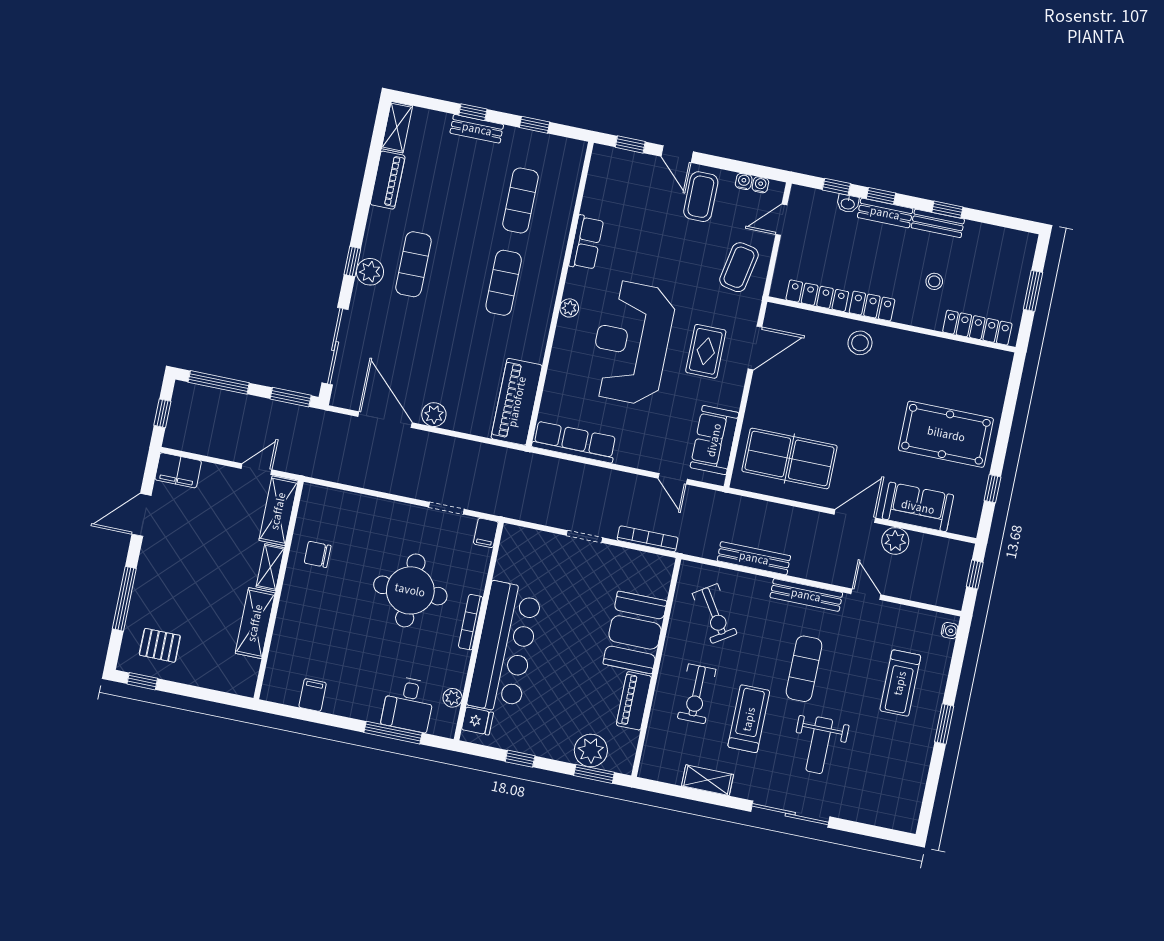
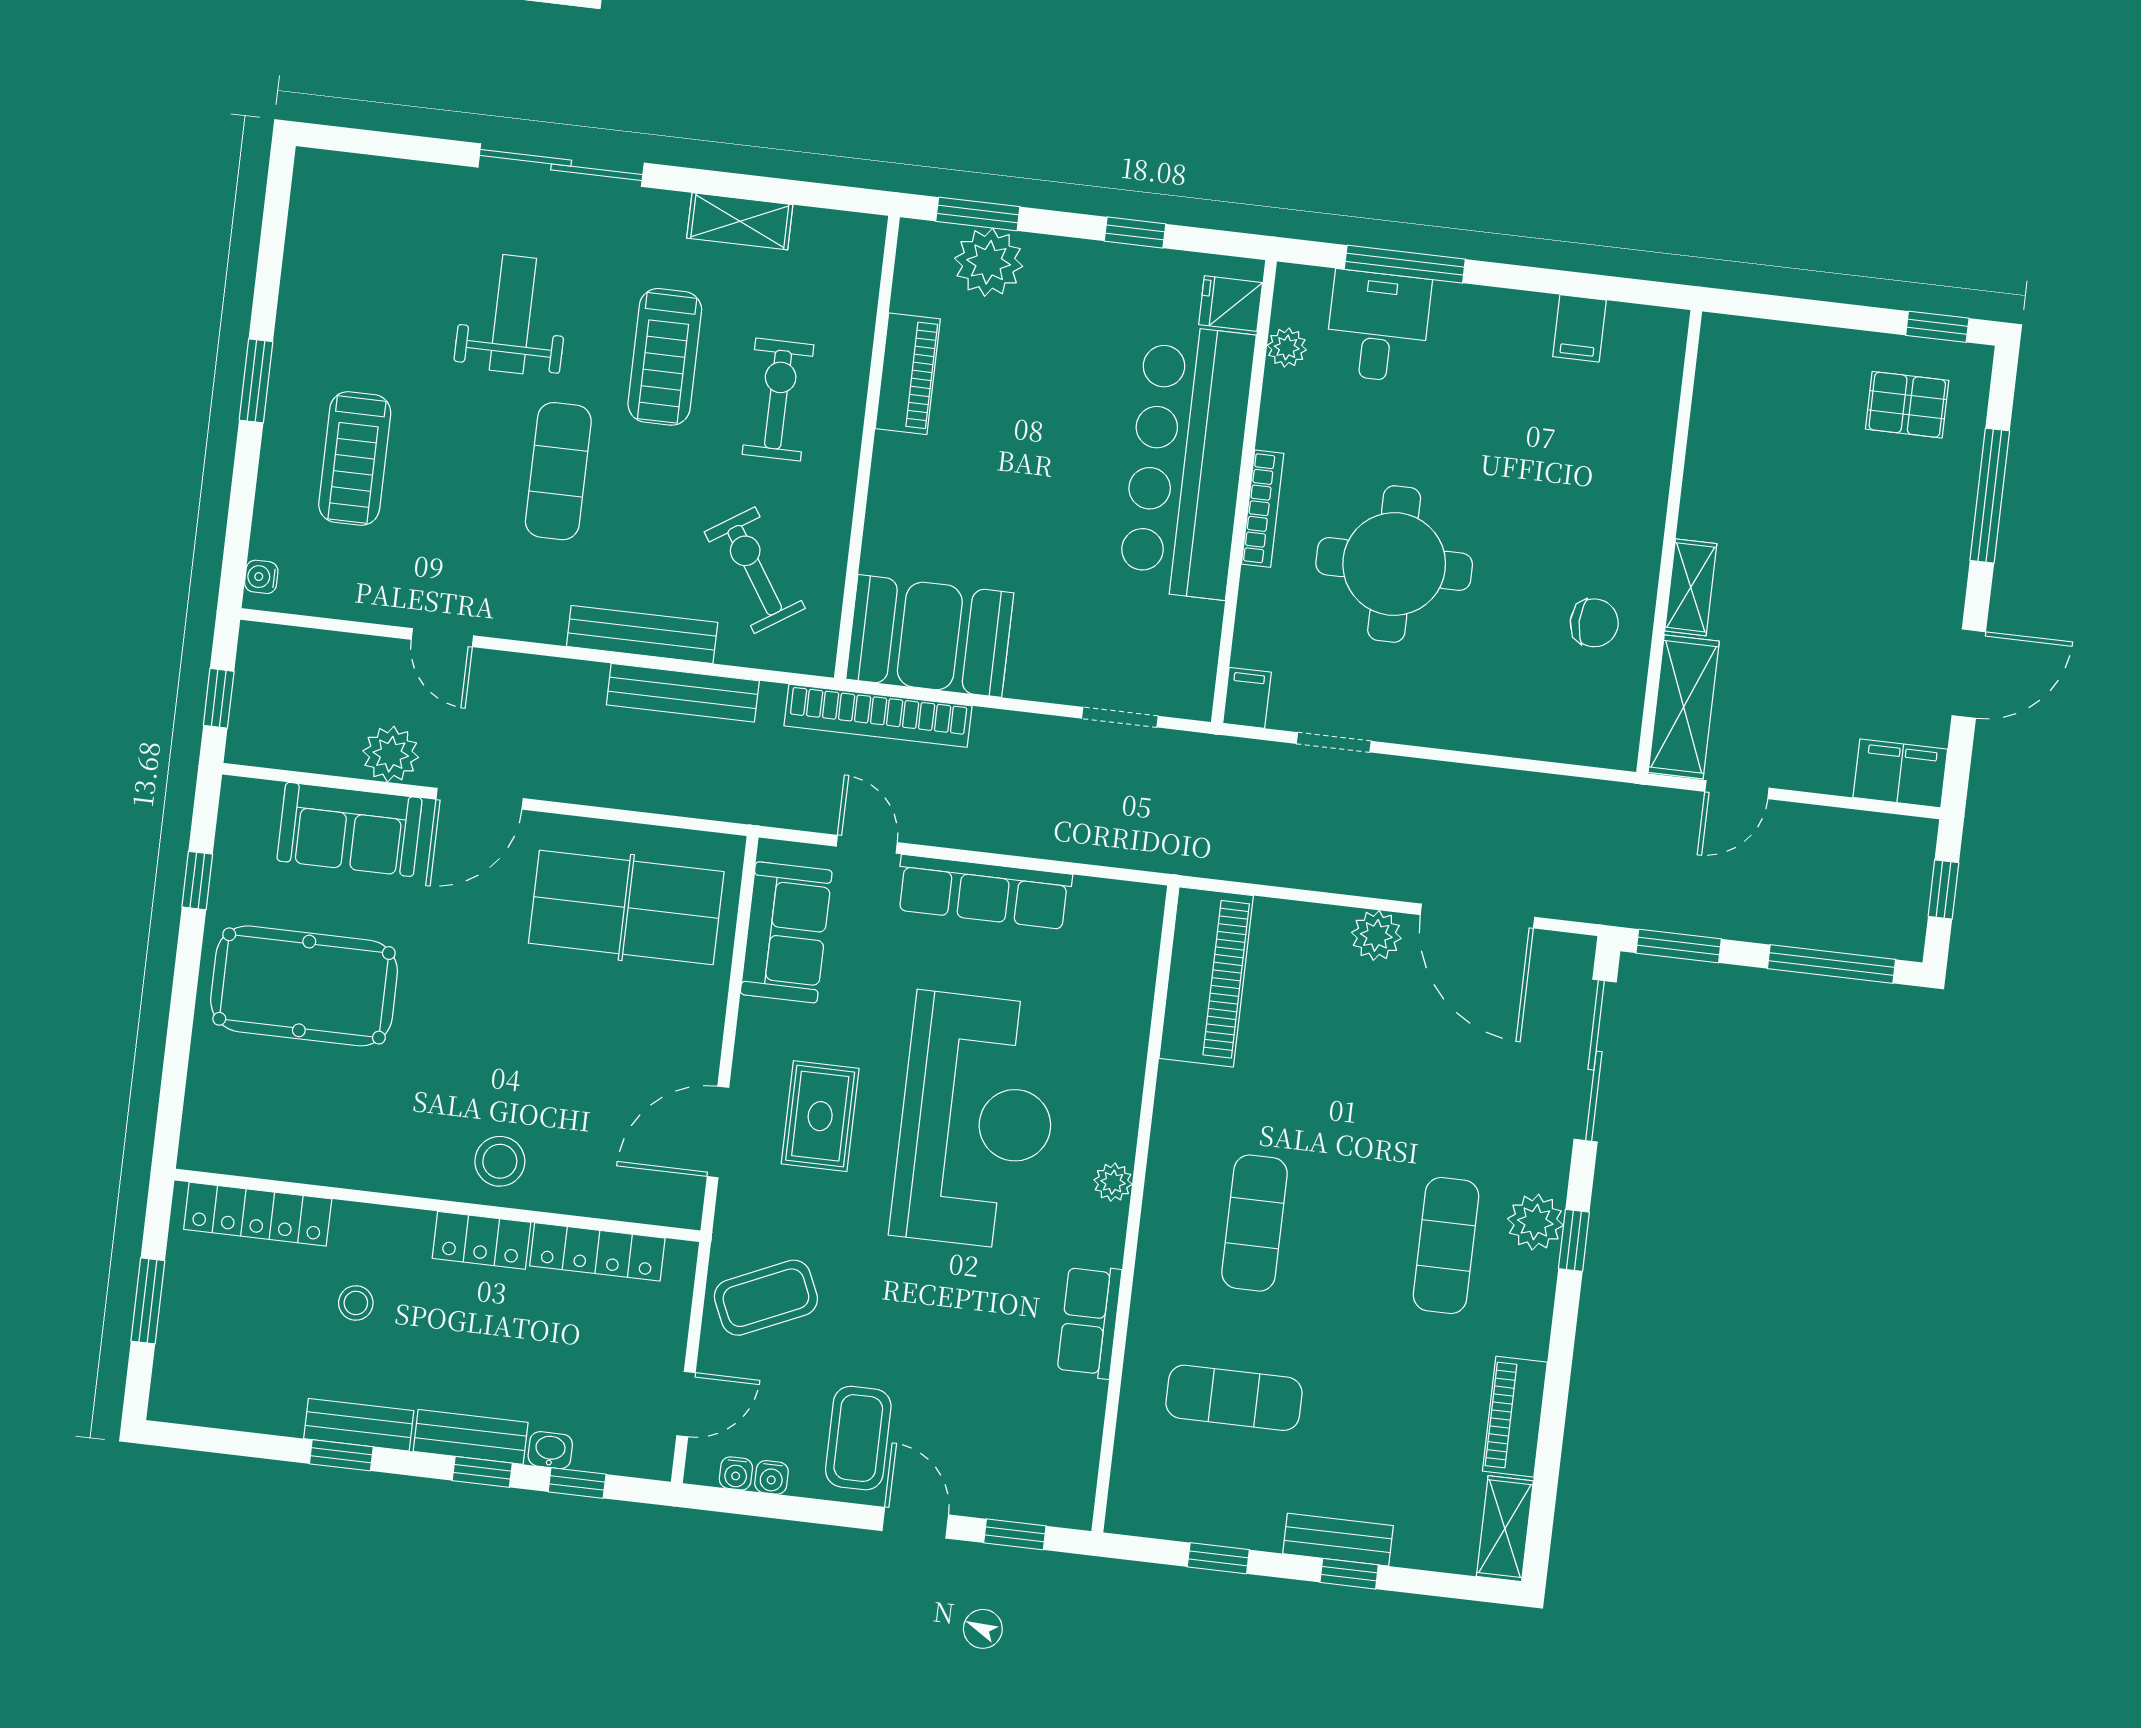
exercise mat: (520, 200) -> (1234, 1398), turned 90
coffee table: (739, 267) -> (766, 1298), turned 55
row of seats: (574, 442) -> (984, 892), moved
doorway: (584, 536) -> (1120, 717), moved
bookcase: (648, 539) -> (878, 716), width x1.48, depth x1.31
bench: (806, 595) -> (642, 634), moved
shelving: (255, 623) -> (1712, 468), removed
booth: (635, 632) -> (930, 636), moved, turned 90
treadmill: (900, 683) -> (355, 459), turned 180

